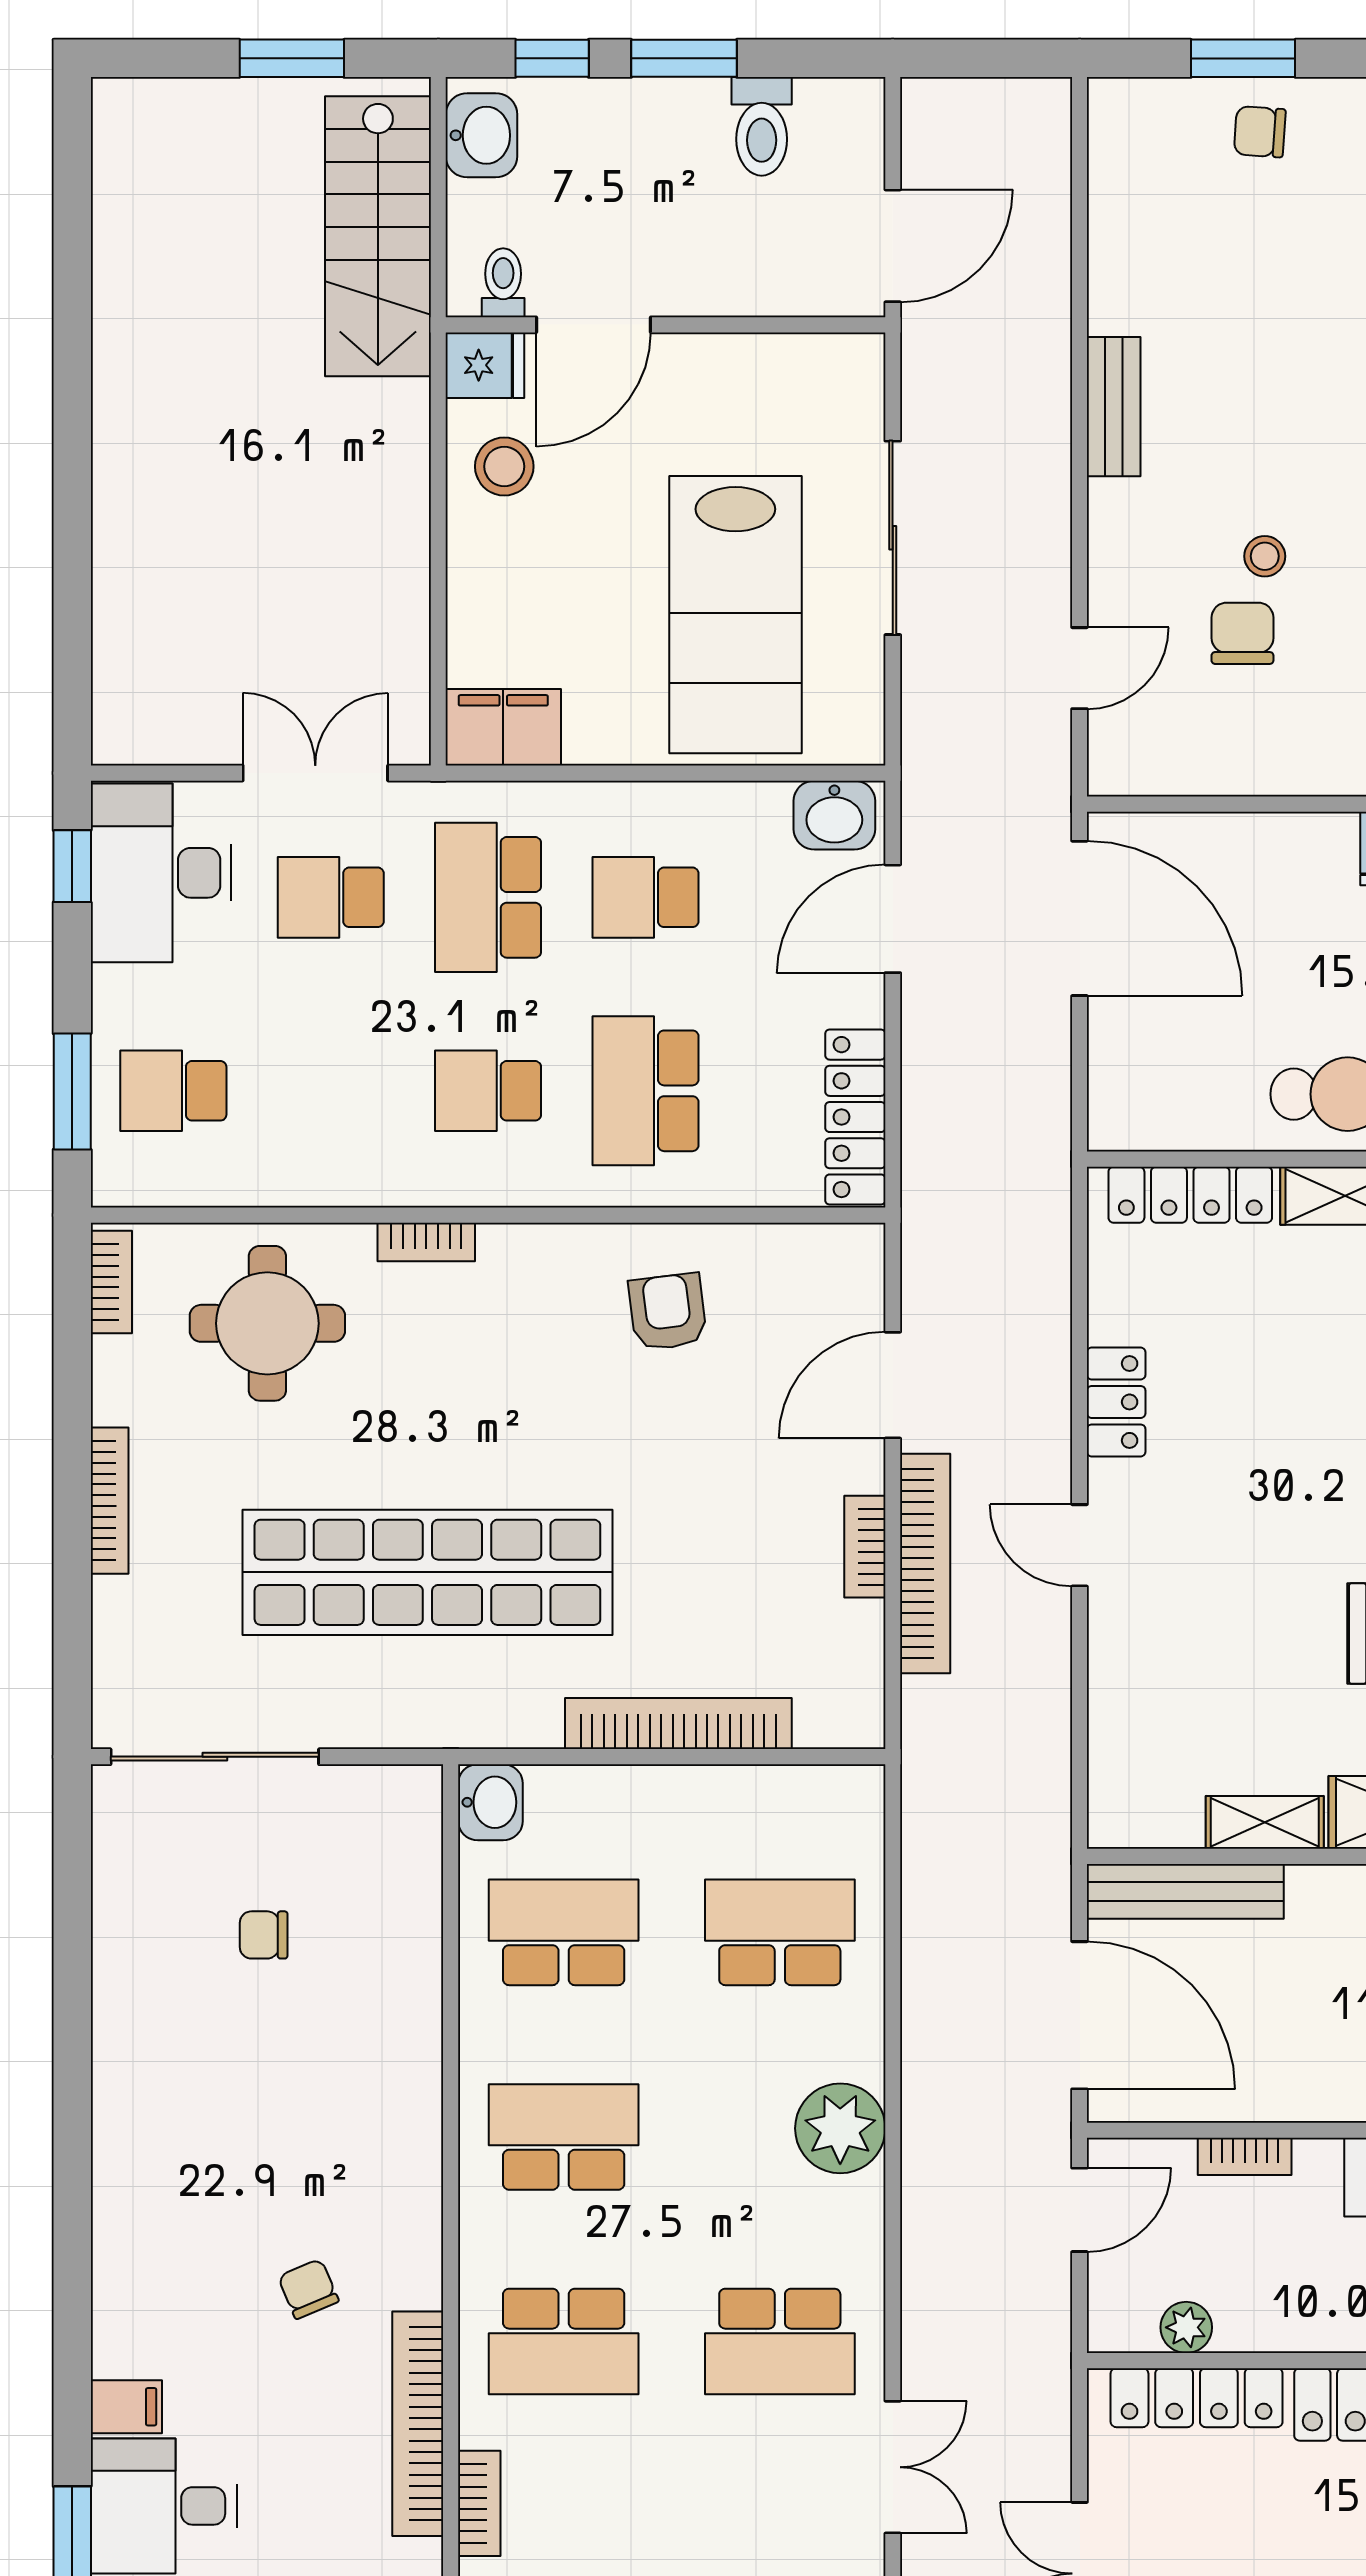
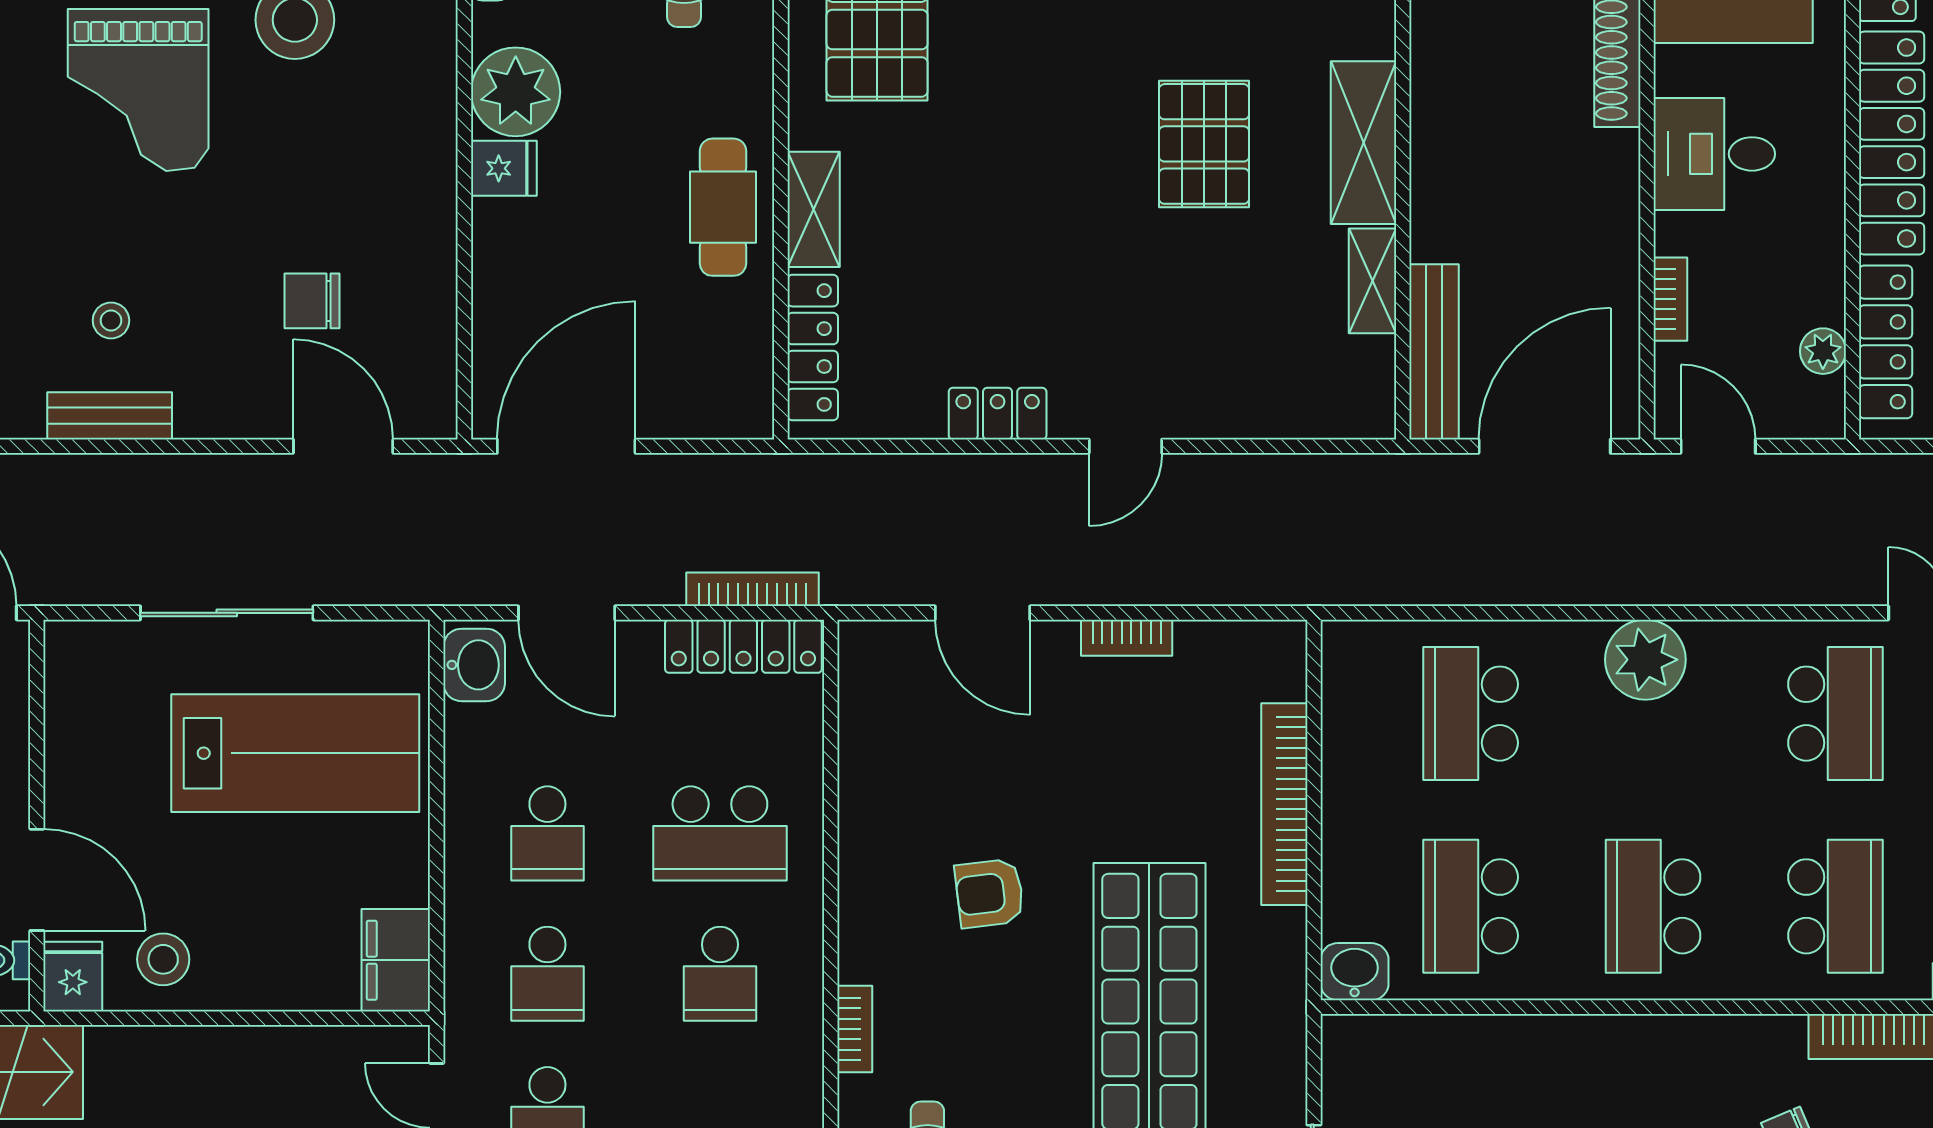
stool: (1265, 556) -> (111, 320), moved
door: (1080, 668) -> (343, 446), width x1.38
school desk: (488, 897) -> (547, 974), width x0.54
armchair: (668, 1312) -> (990, 893), moved
bookcase: (925, 1563) -> (753, 589), moved, width x0.68, depth x0.76

